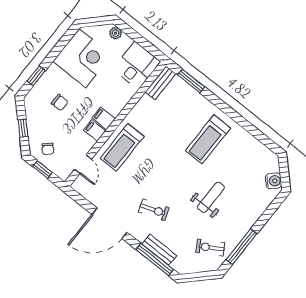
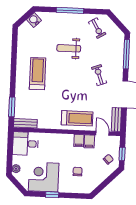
window: (36, 76) -> (52, 195), moved
filing cabinet: (104, 118) -> (89, 141), moved
window: (23, 128) -> (107, 182), removed
treadmill: (208, 139) -> (38, 74), turned -90
door: (83, 164) -> (103, 133), hinge flipped
window: (242, 247) -> (70, 10), moved
bench: (159, 250) -> (116, 120), moved

